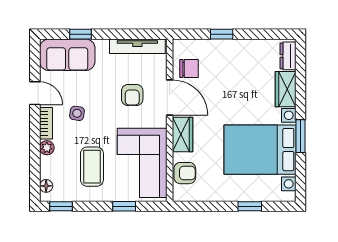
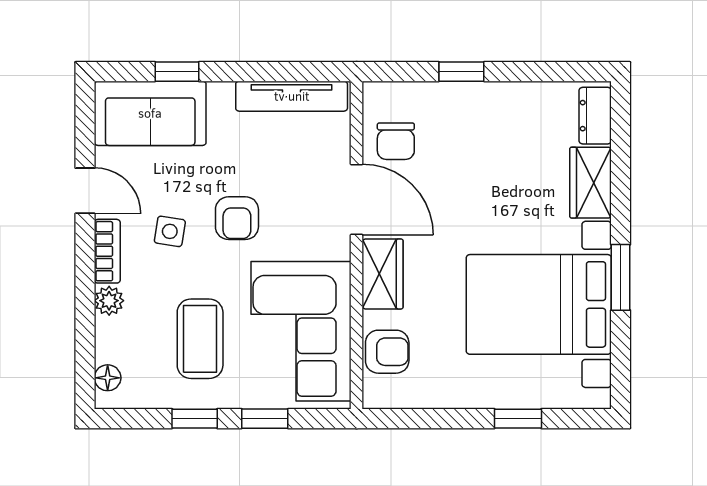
chair: (189, 69) -> (396, 141), turned 90
armchair: (132, 95) -> (237, 218), moved
window: (61, 206) -> (195, 419), moved

